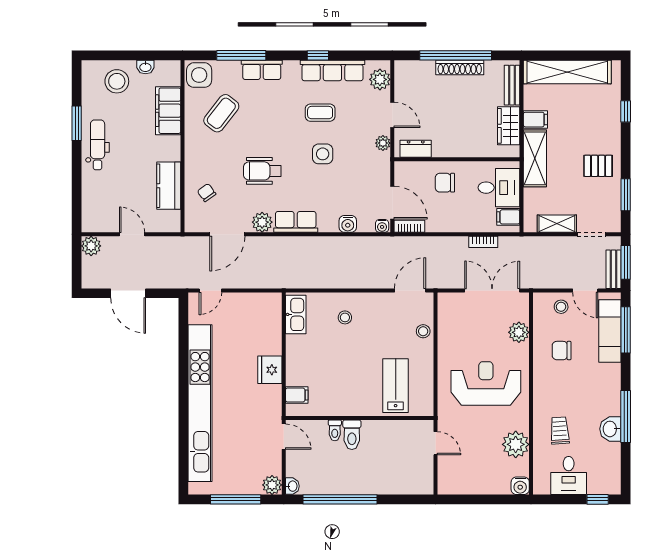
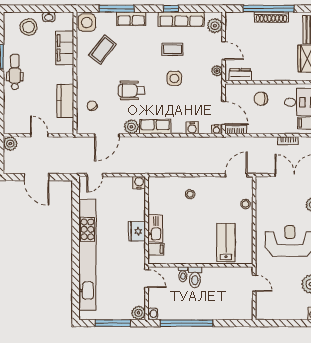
water cooler: (273, 301) -> (139, 183), added
kitchen sink: (296, 314) -> (155, 228), moved

